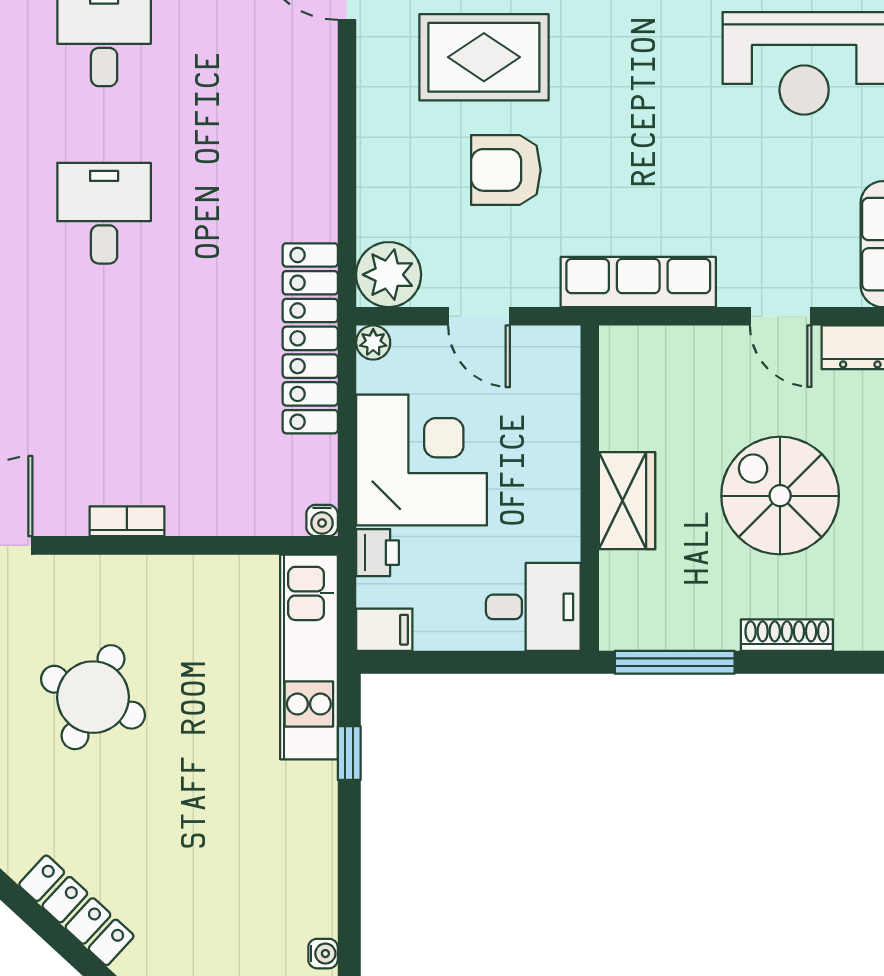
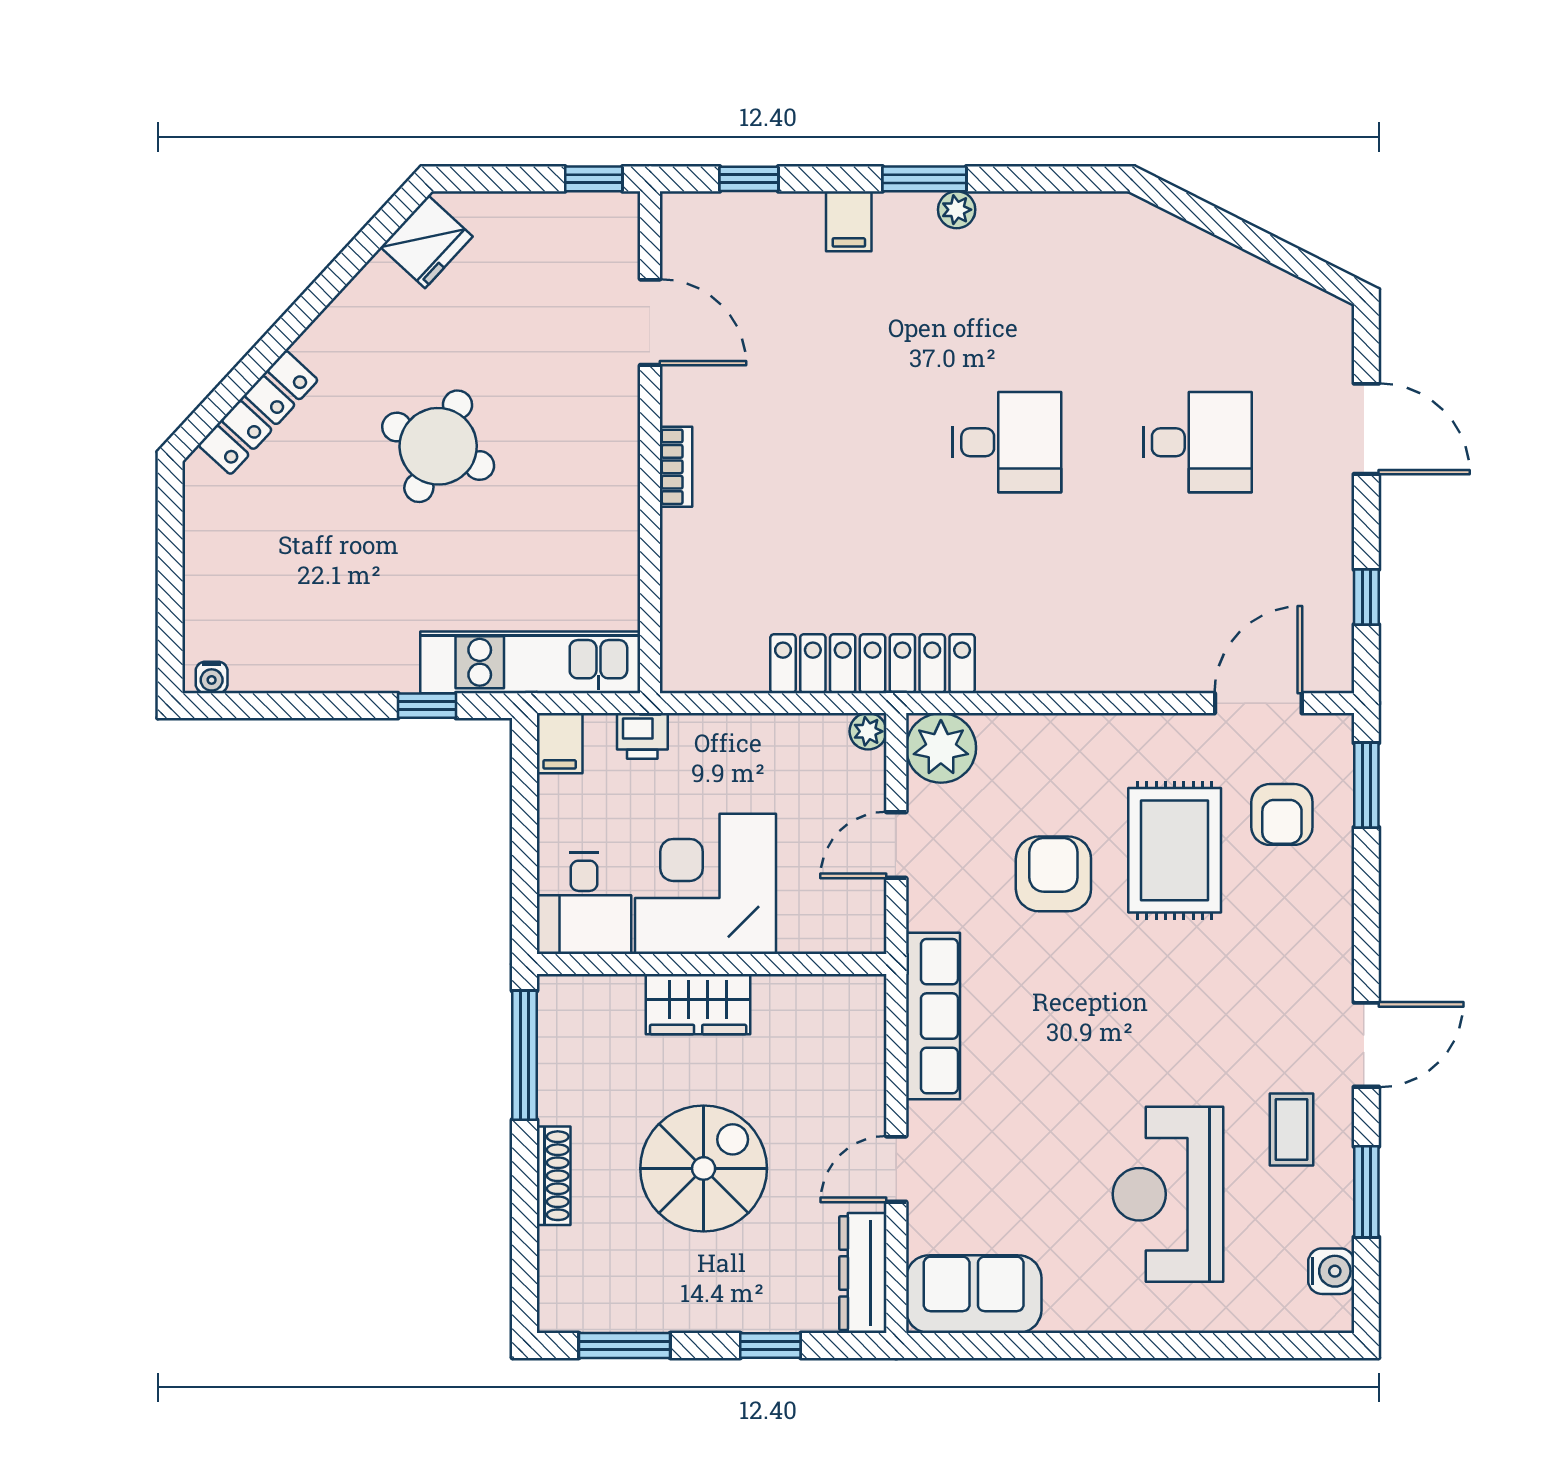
corner desk: (422, 460) -> (705, 884), moved, turned 180
water cooler: (322, 520) -> (677, 676), removed
round table: (93, 697) -> (438, 446), moved

